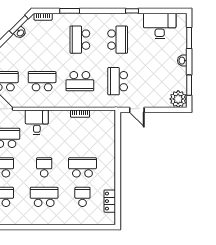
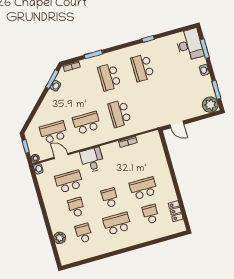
desk: (160, 26) -> (189, 45), moved, turned 90
school desk: (118, 40) -> (142, 68), turned 180
school desk: (80, 81) -> (120, 113), turned 90
school desk: (118, 81) -> (153, 104), removed

